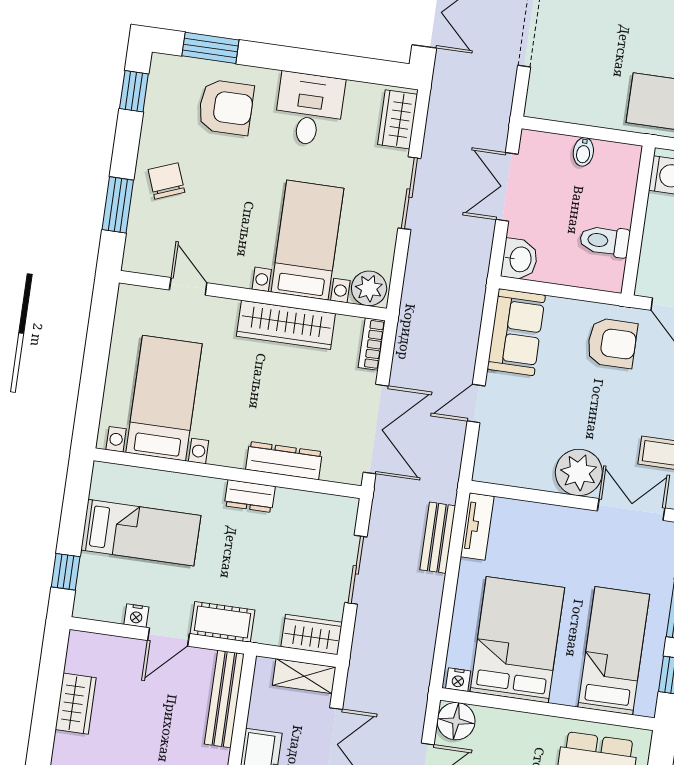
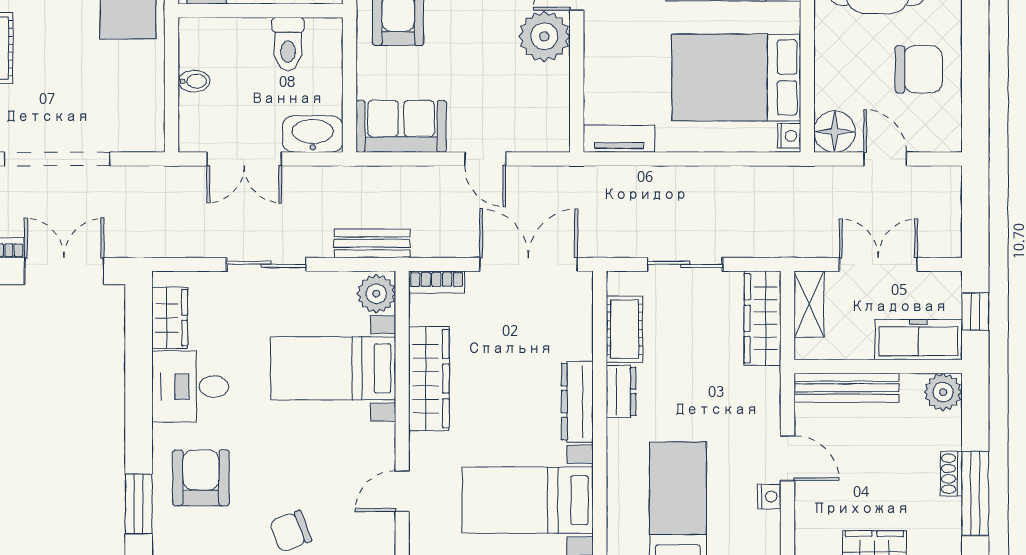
wardrobe: (398, 119) -> (170, 318), moved, turned -90
washbasin: (520, 259) -> (313, 134), width x1.38
dresser: (284, 461) -> (577, 402), moved
bench: (438, 538) -> (372, 243), moved
cot: (222, 622) -> (624, 329), moved
wardrobe: (312, 635) -> (763, 318), width x1.50

